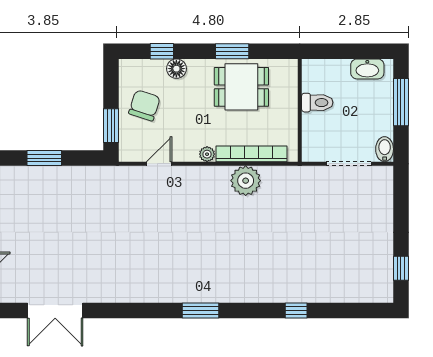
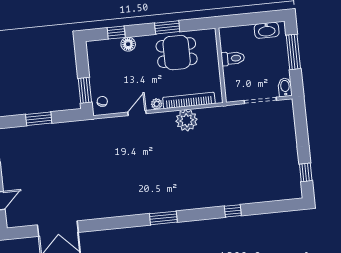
chair: (144, 105) -> (102, 101), moved, width x0.54, depth x0.54
door: (159, 164) -> (137, 113), moved

